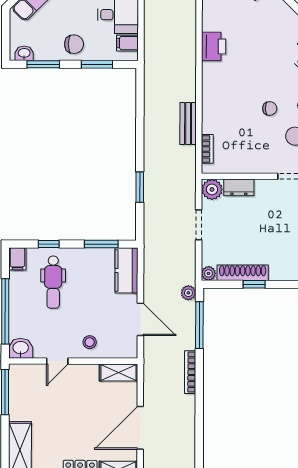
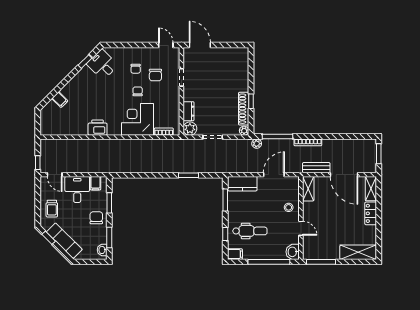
corner desk: (226, 108) -> (138, 119), added
bench: (188, 123) -> (316, 168), moved

